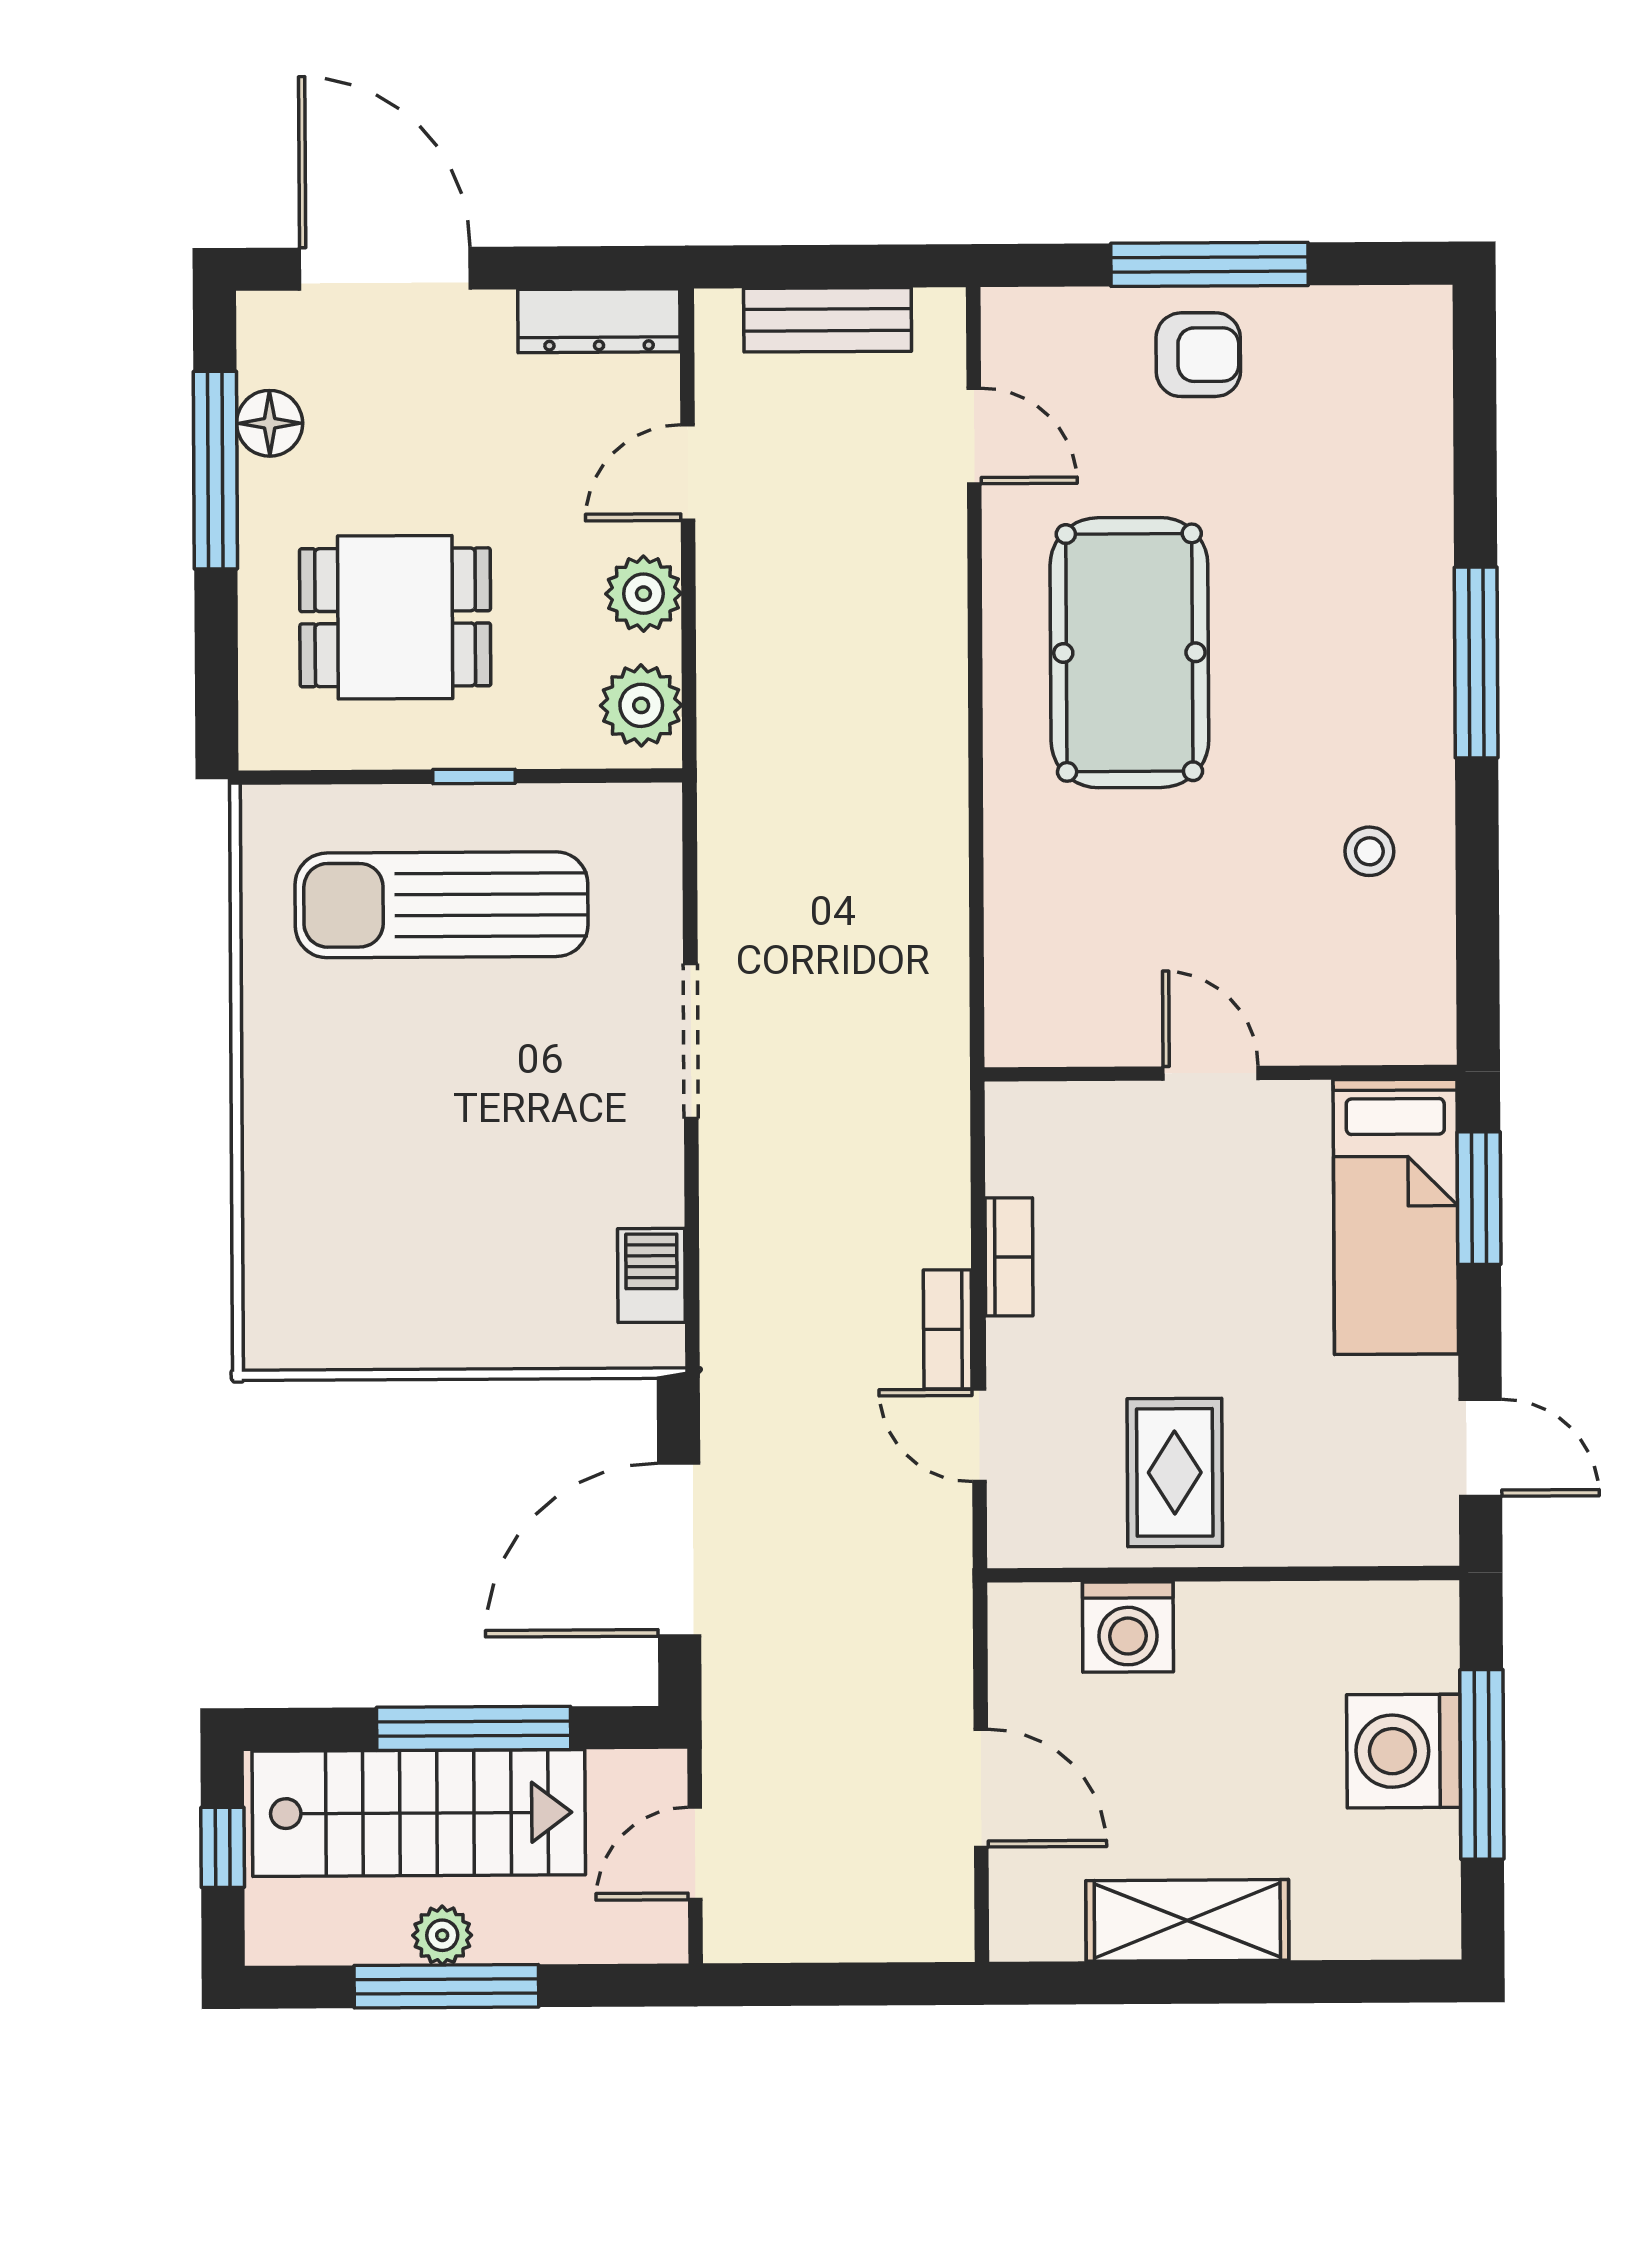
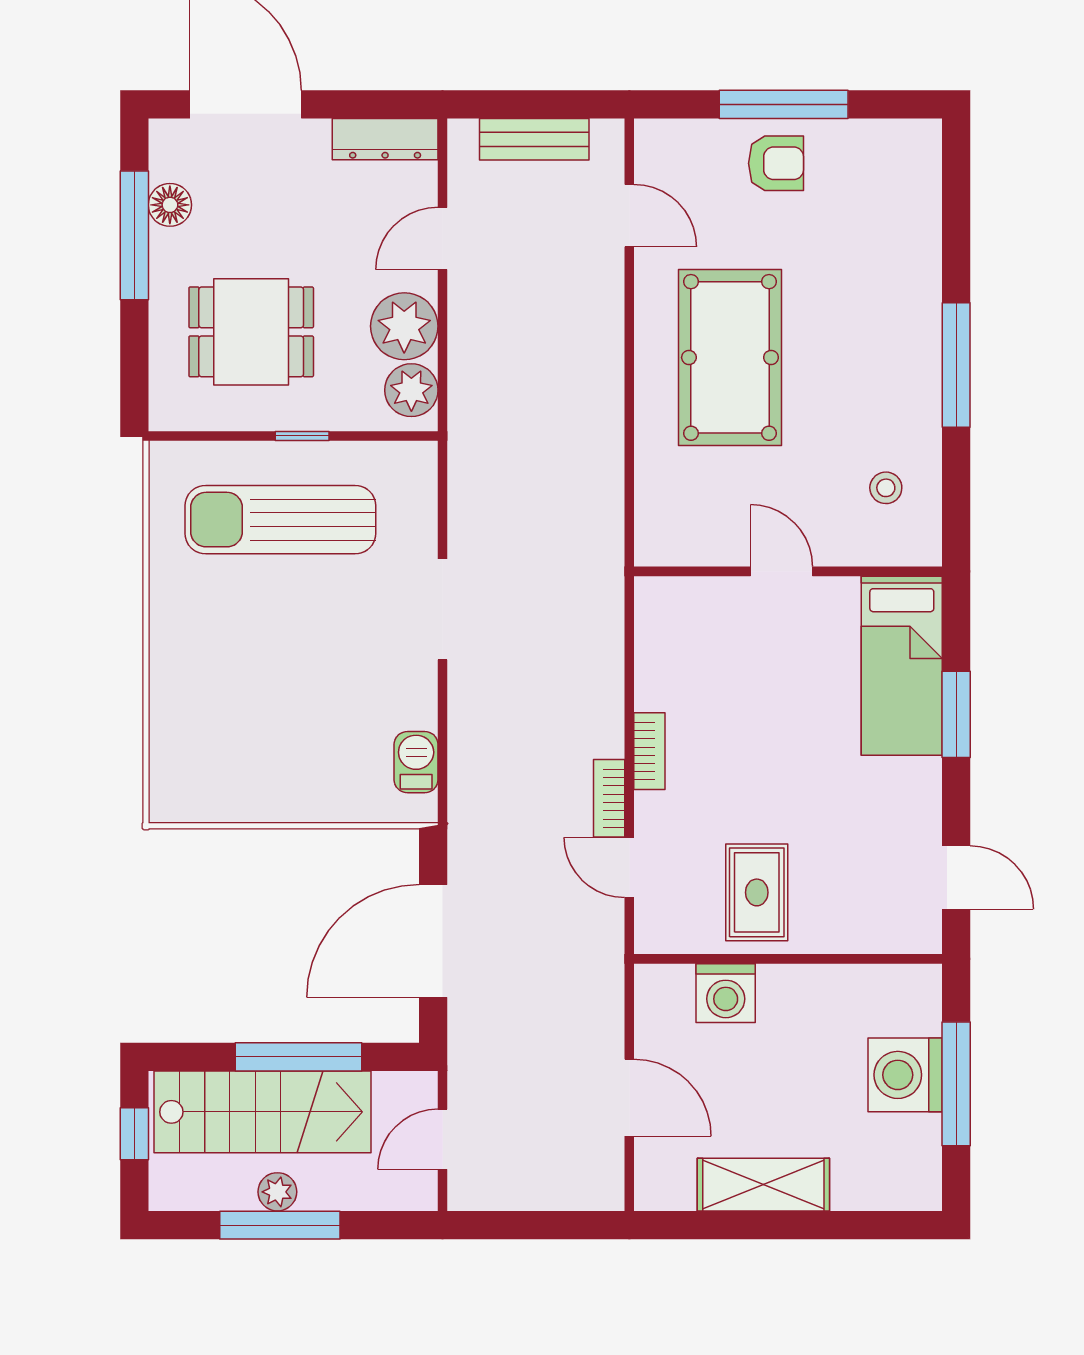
plant: (643, 594) -> (404, 326), width x1.36, depth x1.36
door: (1211, 1073) -> (782, 571), moved
wall: (1221, 1073) -> (788, 571), moved
bed: (1396, 1217) -> (902, 666), moved

